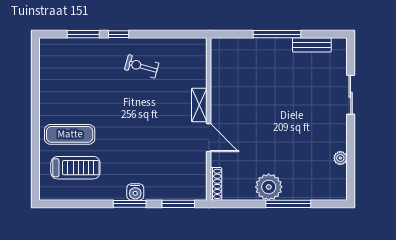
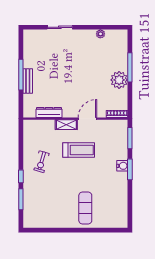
bench: (312, 45) -> (28, 81), moved
dresser: (218, 78) -> (49, 112), added
treadmill: (75, 168) -> (79, 150), moved, turned 90

